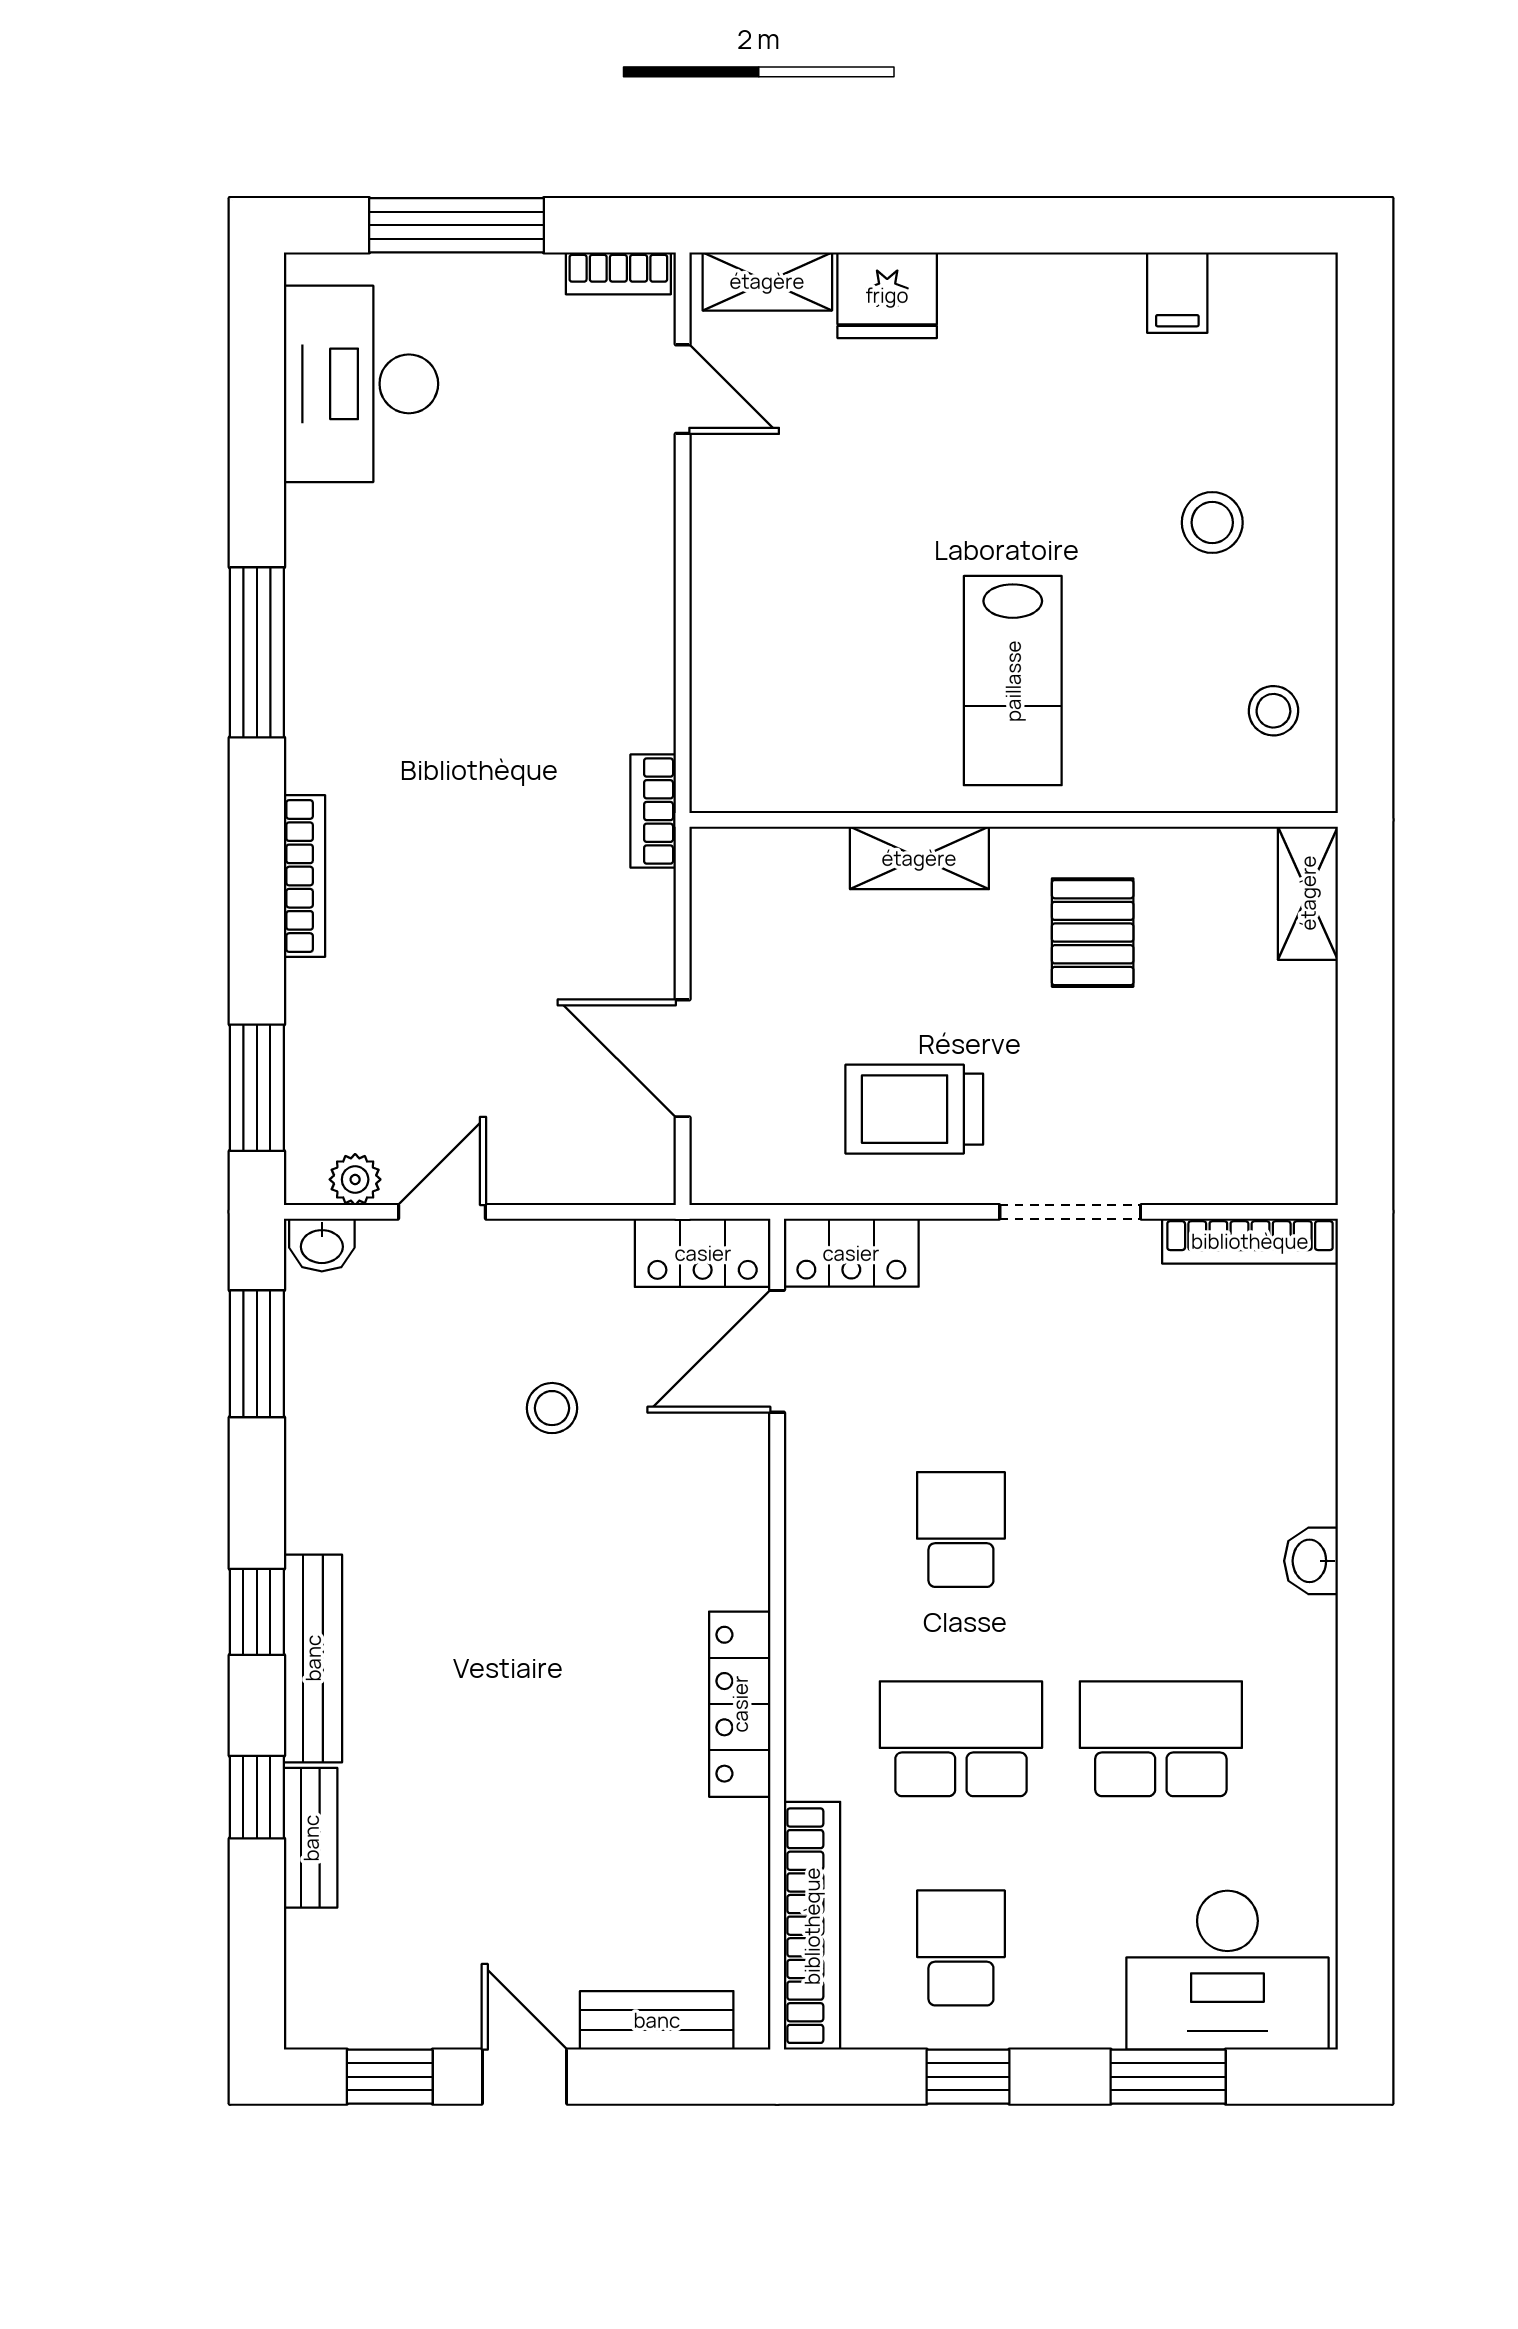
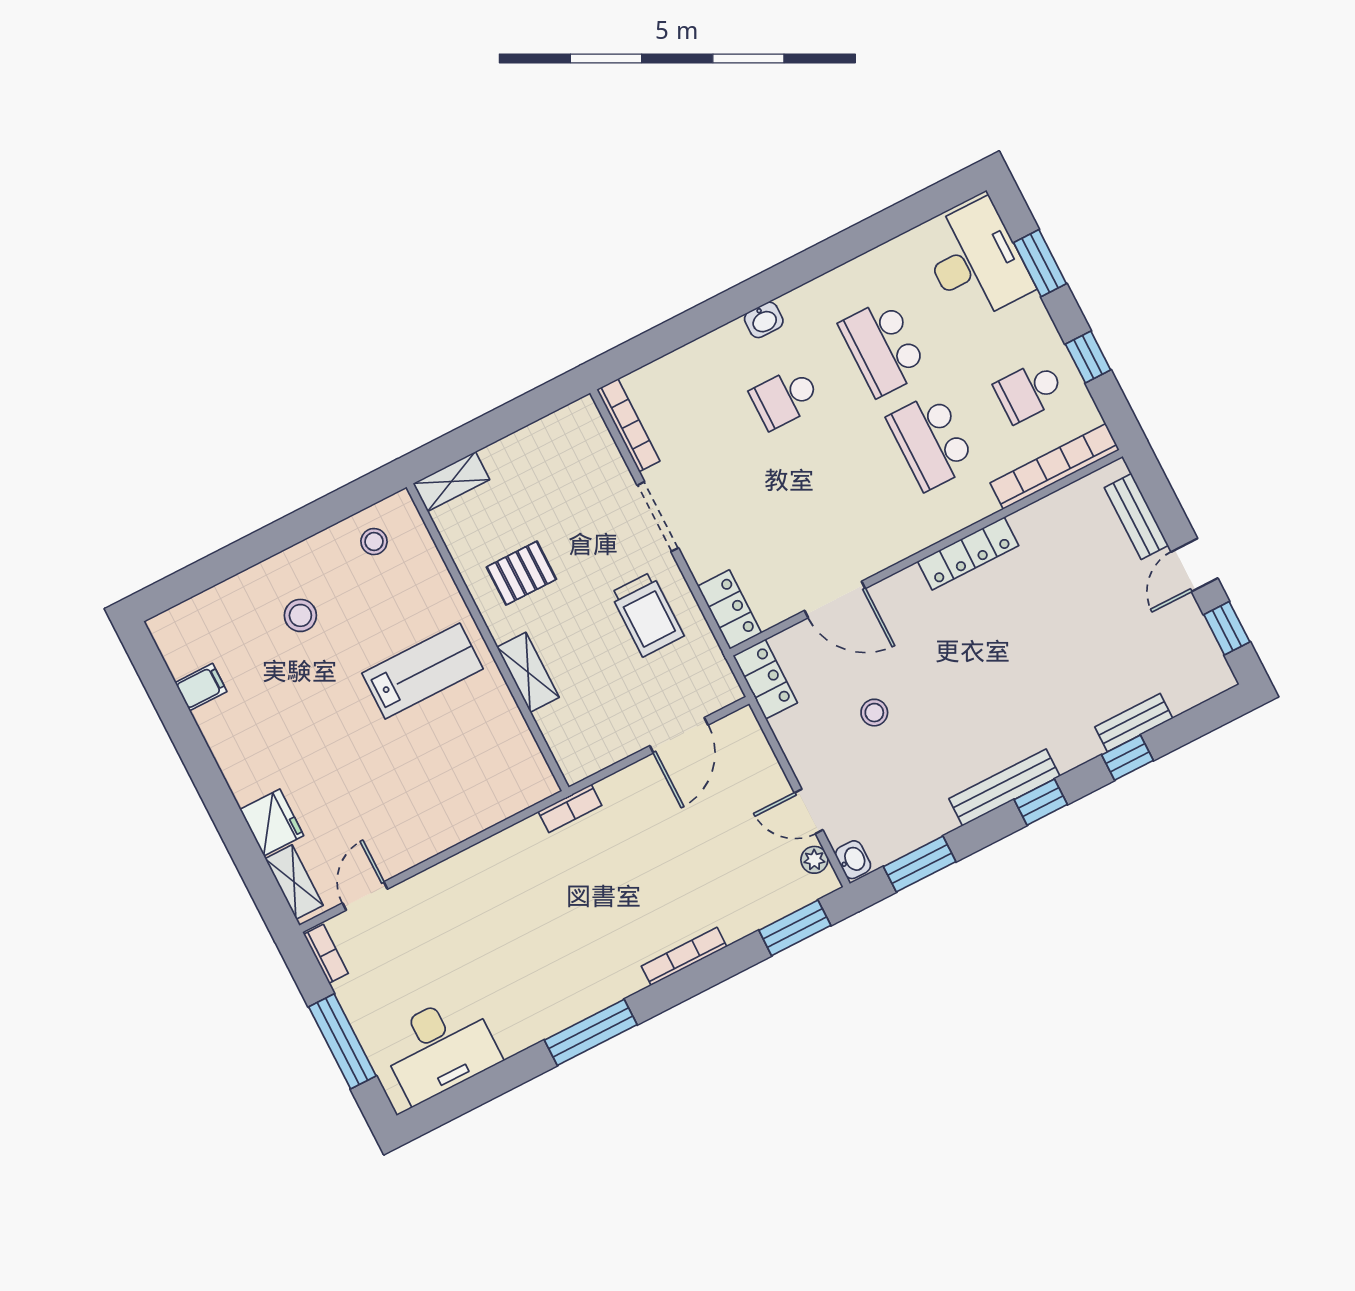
door: (777, 1351) -> (835, 599), moved
school desk: (961, 1529) -> (785, 398), moved
bench: (313, 1658) -> (1004, 787), moved

